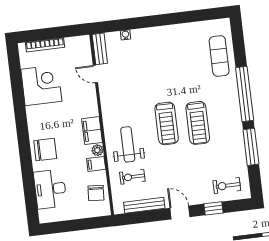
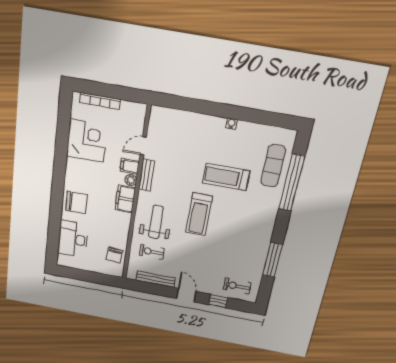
water cooler: (125, 35) -> (231, 124), moved
bench: (100, 49) -> (147, 175), moved
door: (95, 74) -> (143, 146), hinge flipped
window: (245, 94) -> (292, 183), moved
treadmill: (198, 123) -> (226, 177), moved, turned 90
plant: (97, 150) -> (131, 180), moved
filing cabinet: (96, 164) -> (130, 166), moved

